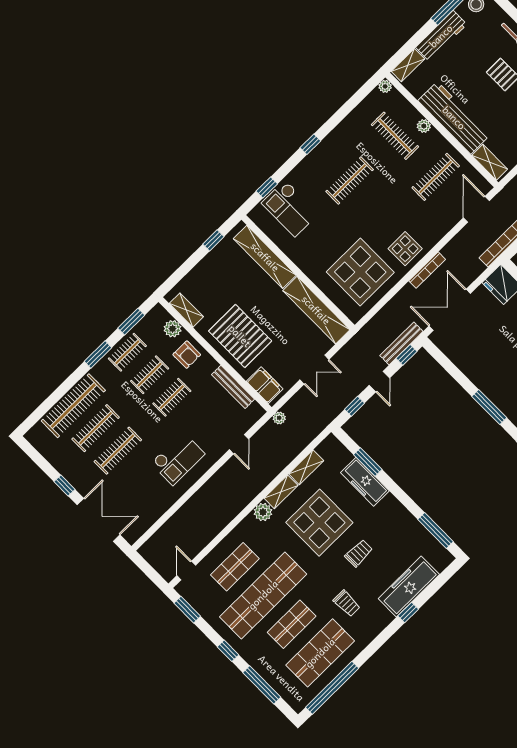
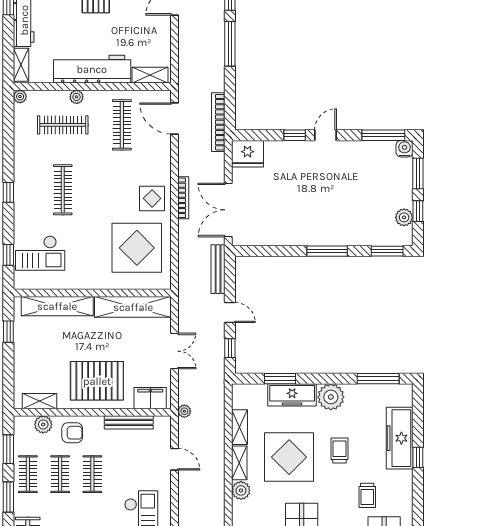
window: (406, 355) -> (230, 274), removed
plant: (390, 510) -> (331, 397), added
trolley: (347, 603) -> (367, 495), turned 90

